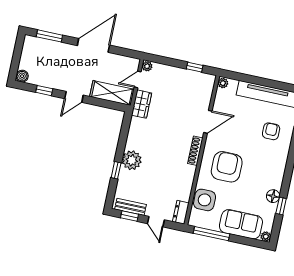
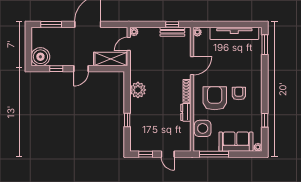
boiler: (22, 76) -> (40, 57), width x1.86, depth x1.86
wardrobe: (142, 104) -> (136, 63), removed
armchair: (271, 131) -> (239, 94), moved
plant: (132, 160) -> (138, 90), moved
floor lamp: (273, 196) -> (257, 114), removed
bench: (131, 207) -> (172, 32), moved
dresser: (181, 212) -> (186, 112), moved

